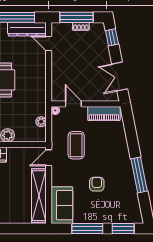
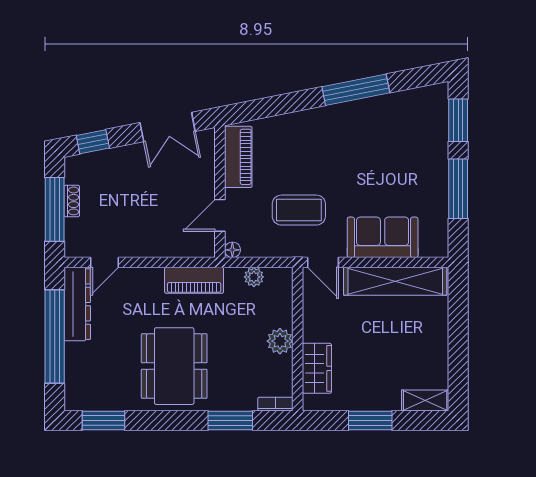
piano: (39, 90) -> (194, 280), added
armchair: (97, 184) -> (373, 171), removed
sofa: (62, 205) -> (383, 237), moved

